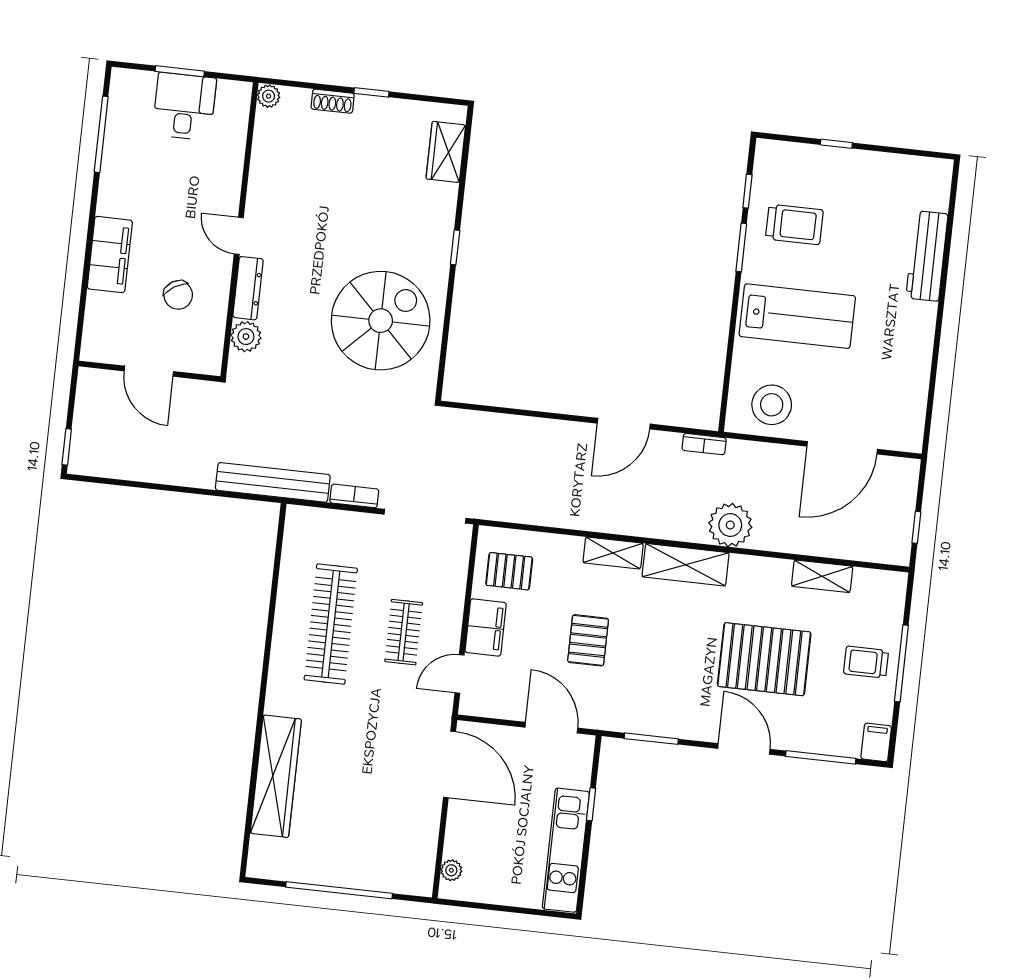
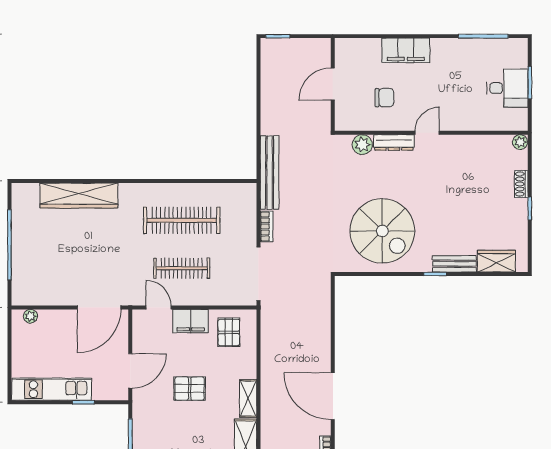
bench: (443, 217) -> (454, 264), added
chair: (178, 295) -> (384, 98), turned -148
door: (624, 424) -> (333, 396), width x1.36
clothes rail: (404, 632) -> (182, 268), width x1.36

